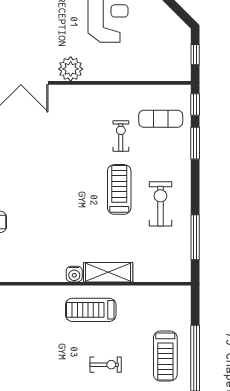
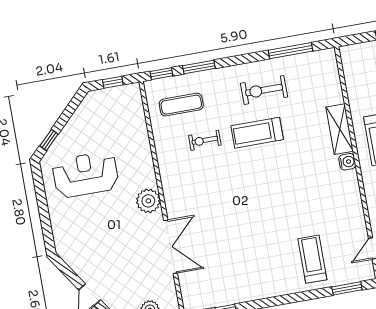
exercise mat: (161, 119) -> (181, 105), turned 90

